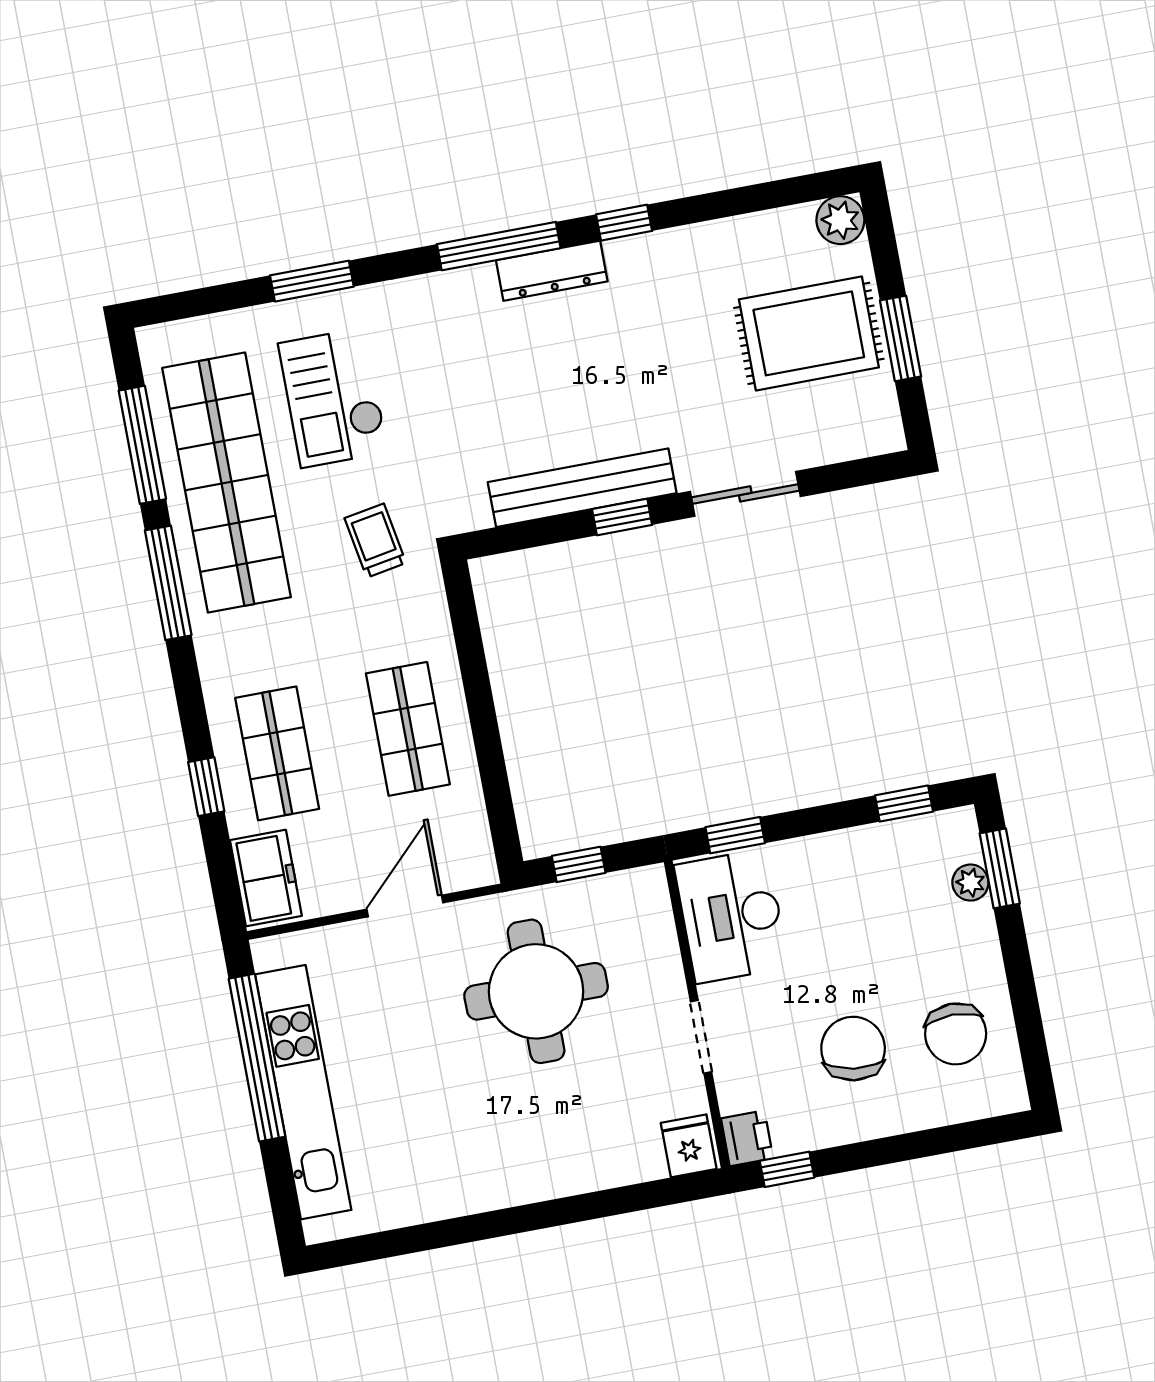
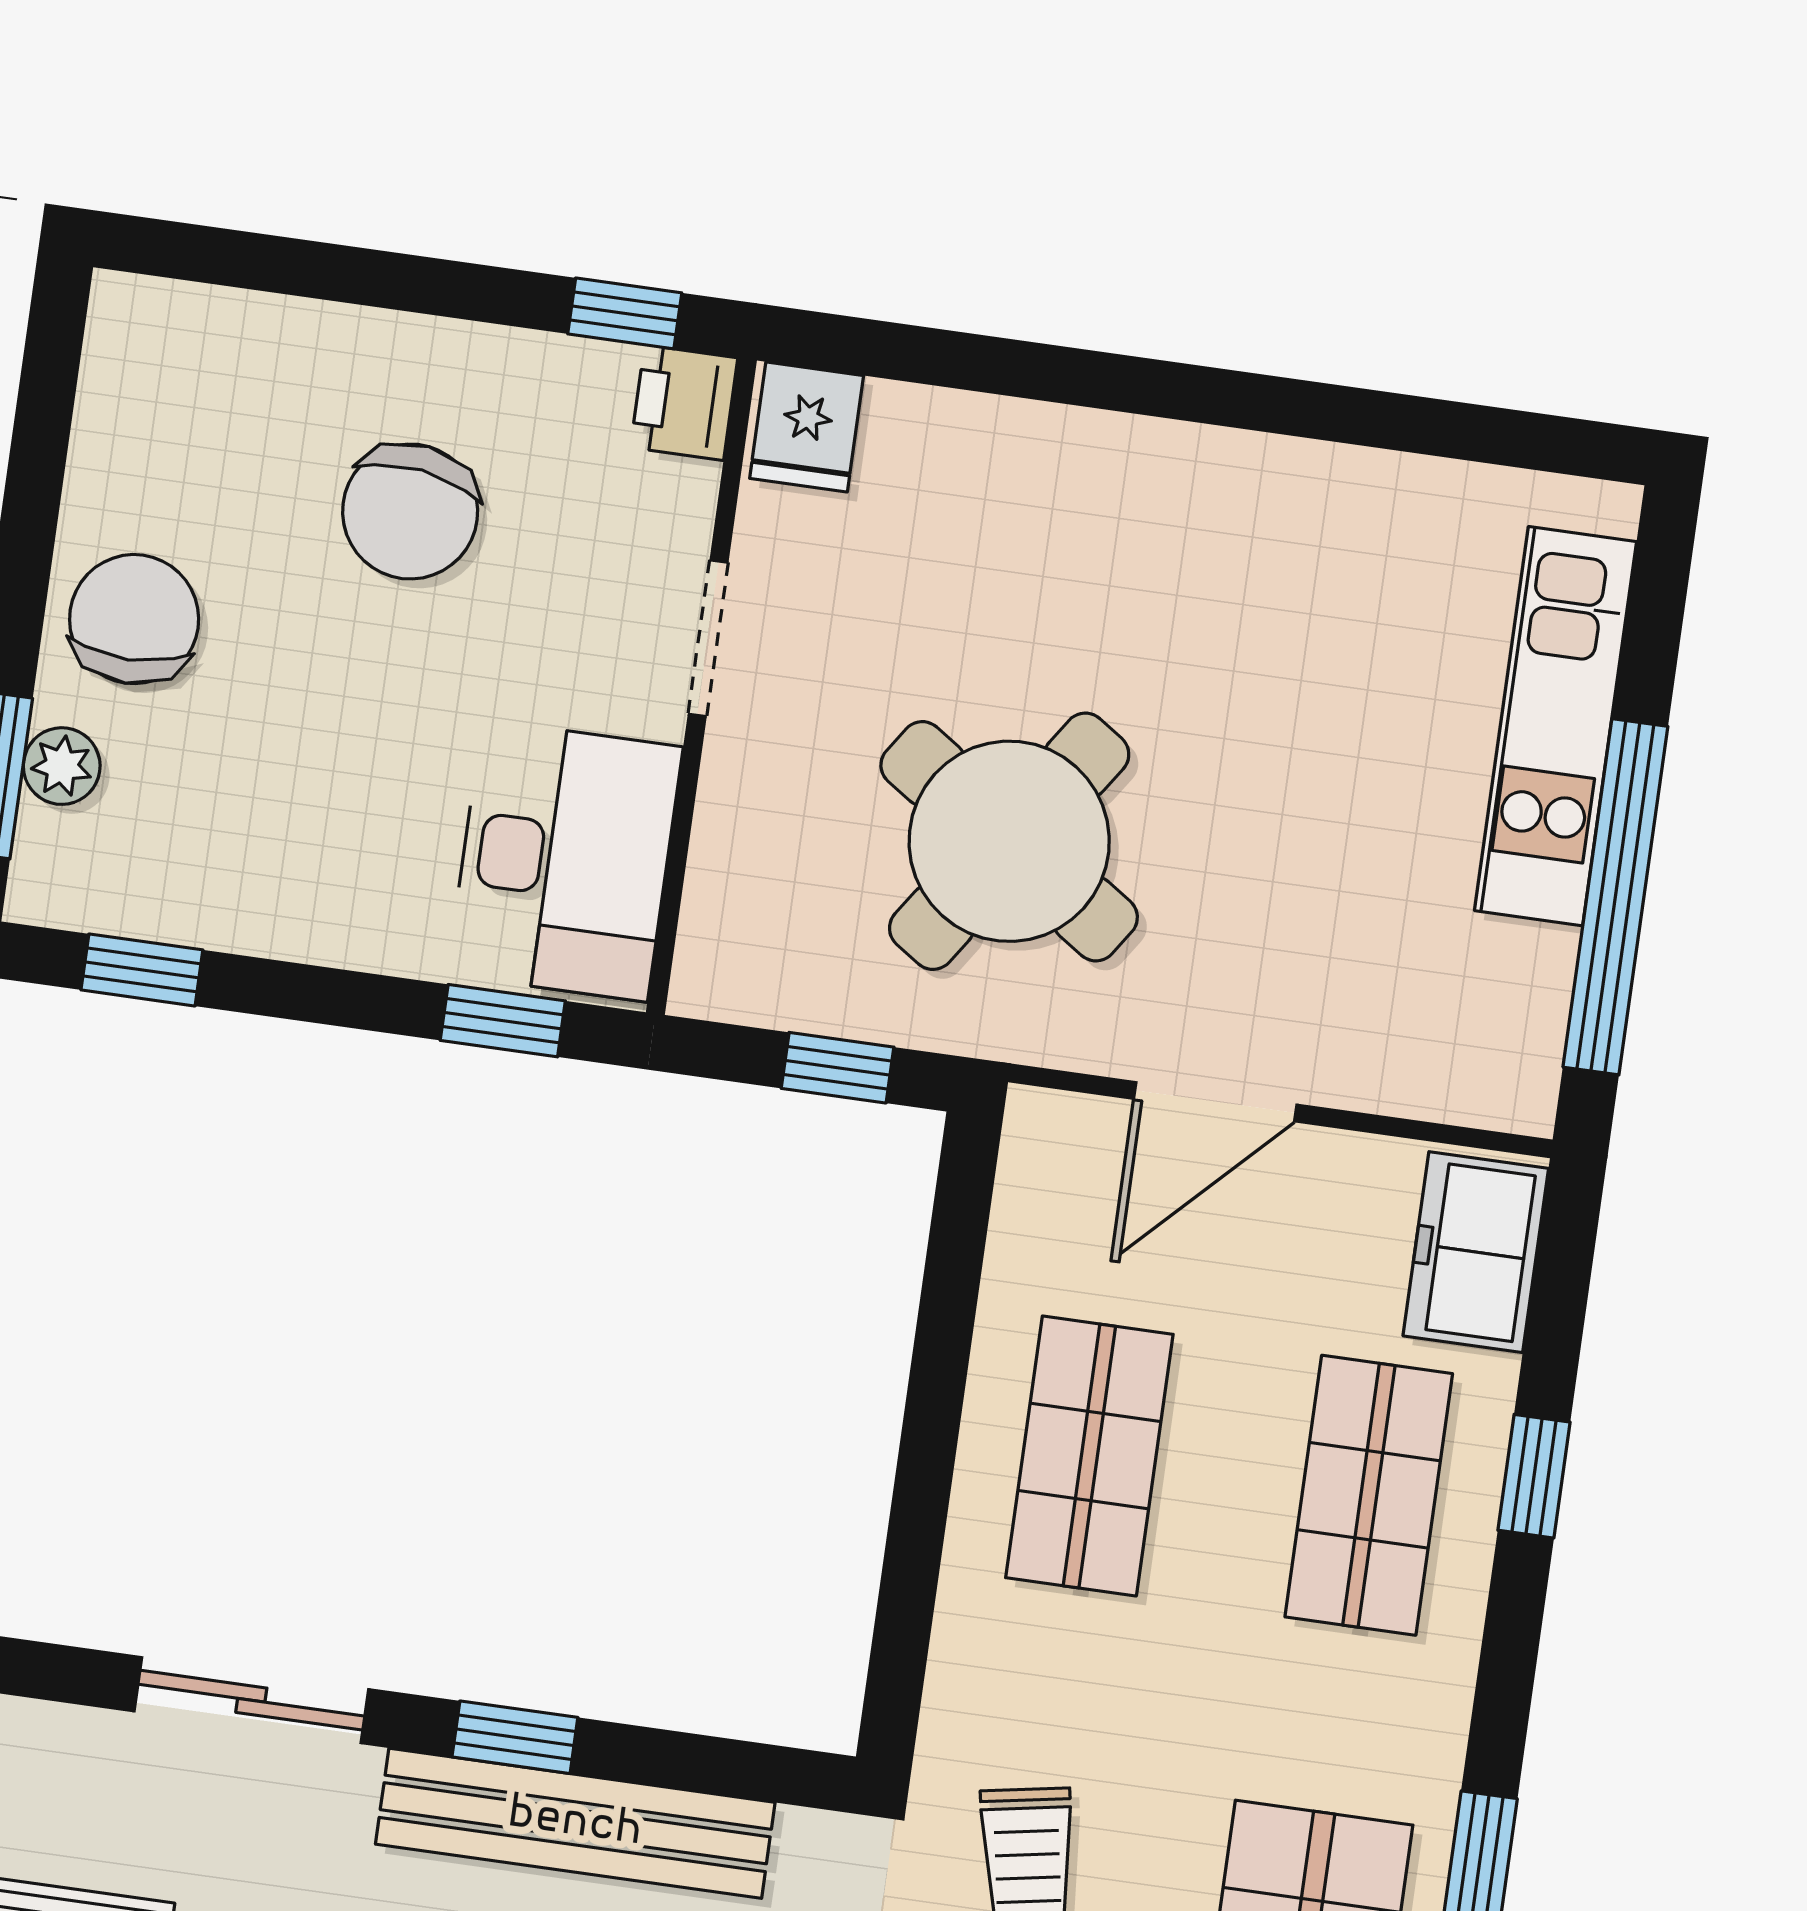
round table: (536, 991) -> (1009, 841), turned 34
chair: (956, 1034) -> (134, 619), moved
kitchen unit: (303, 1092) -> (1556, 726), width x0.73

